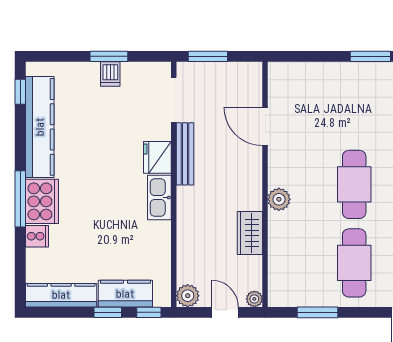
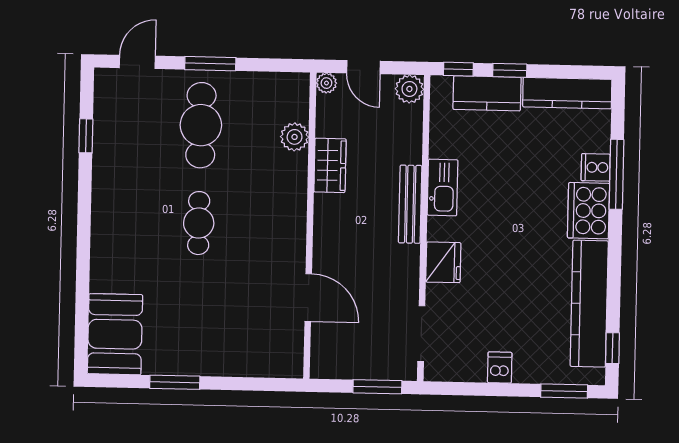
window: (109, 56) -> (564, 391), moved
bench: (185, 154) -> (410, 204), moved
cafe table: (354, 184) -> (199, 223), width x0.73, depth x0.74
kitchen sink: (159, 198) -> (443, 187), moved
window: (20, 199) -> (616, 174), moved
plant: (279, 199) -> (295, 137), moved
window: (317, 312) -> (210, 64), moved

